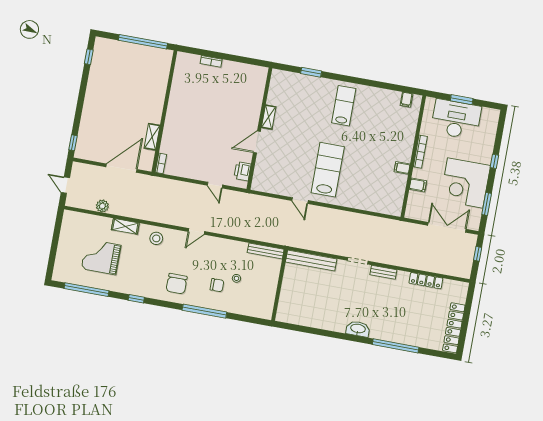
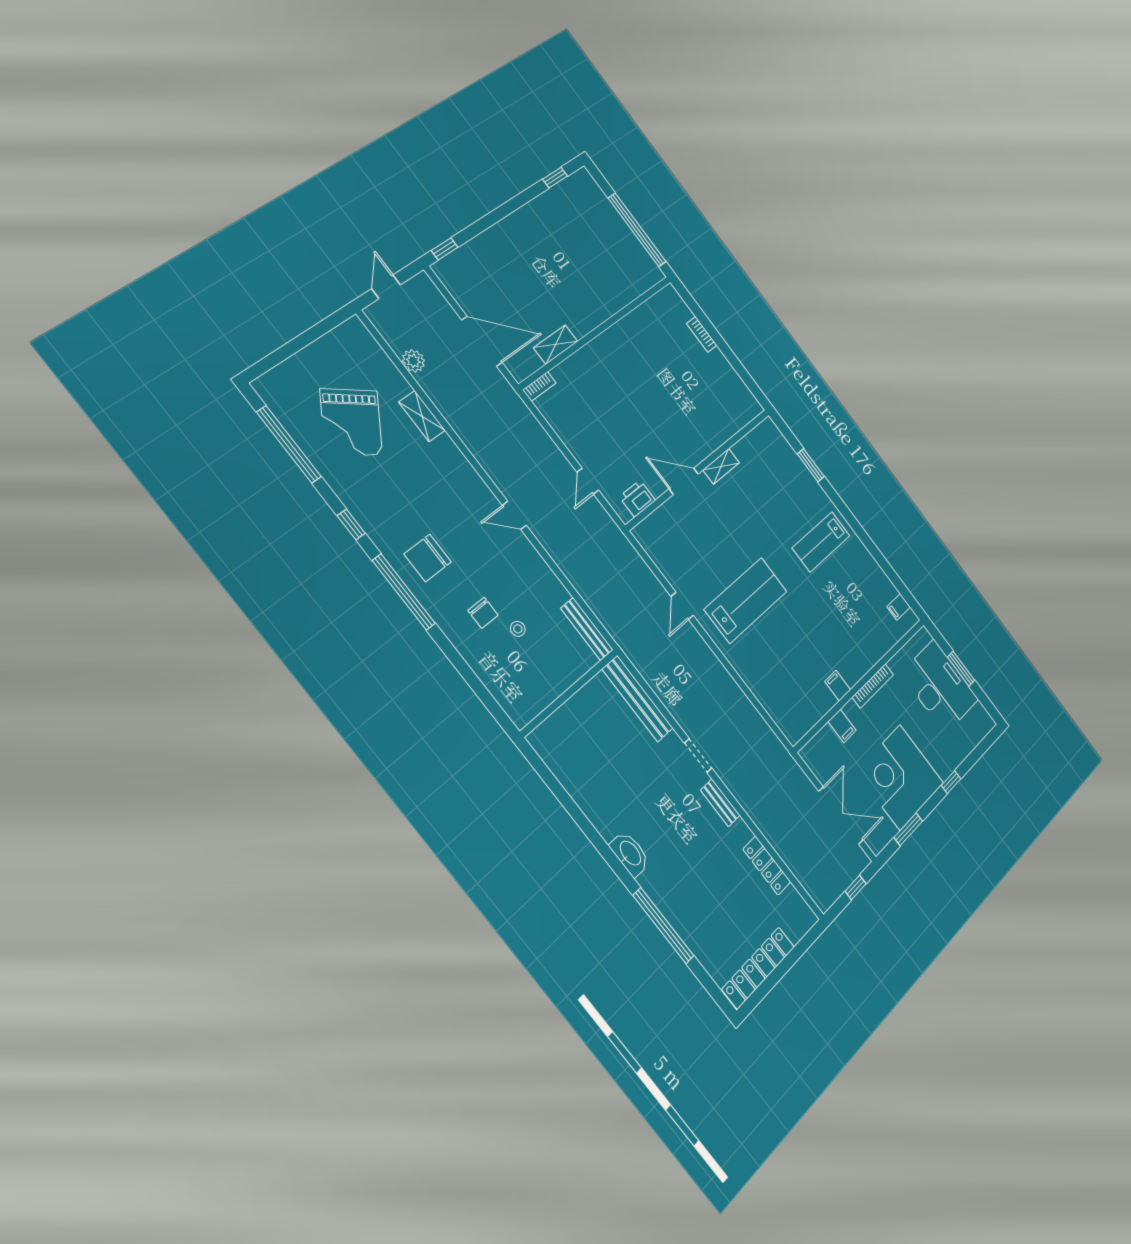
lab bench: (344, 106) -> (821, 542), turned 180
stool: (156, 238) -> (451, 472), removed
grand piano: (101, 257) -> (351, 422), turned -145
window: (204, 311) -> (404, 592), moved

